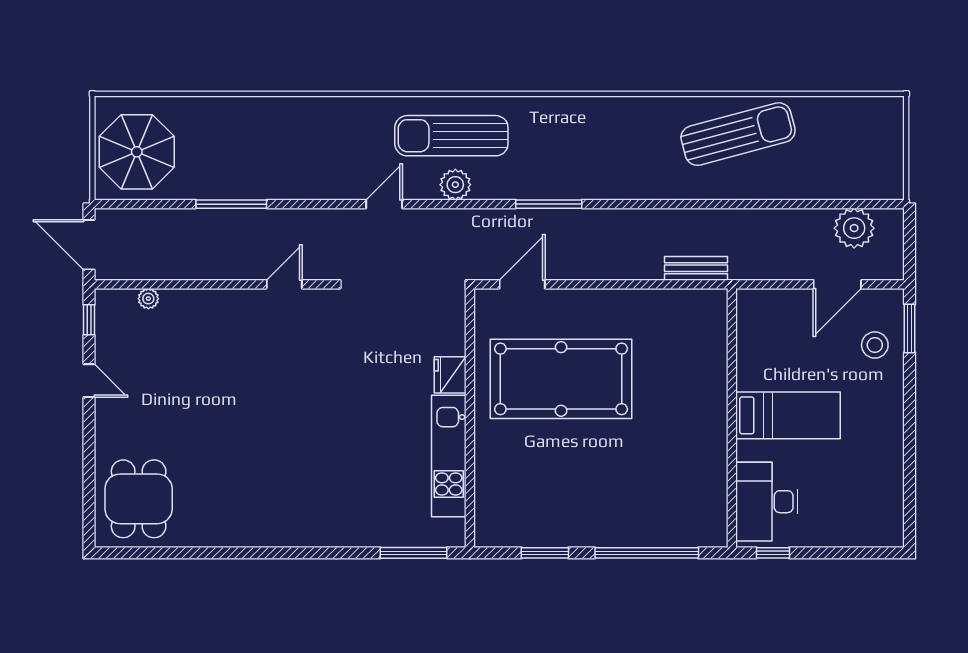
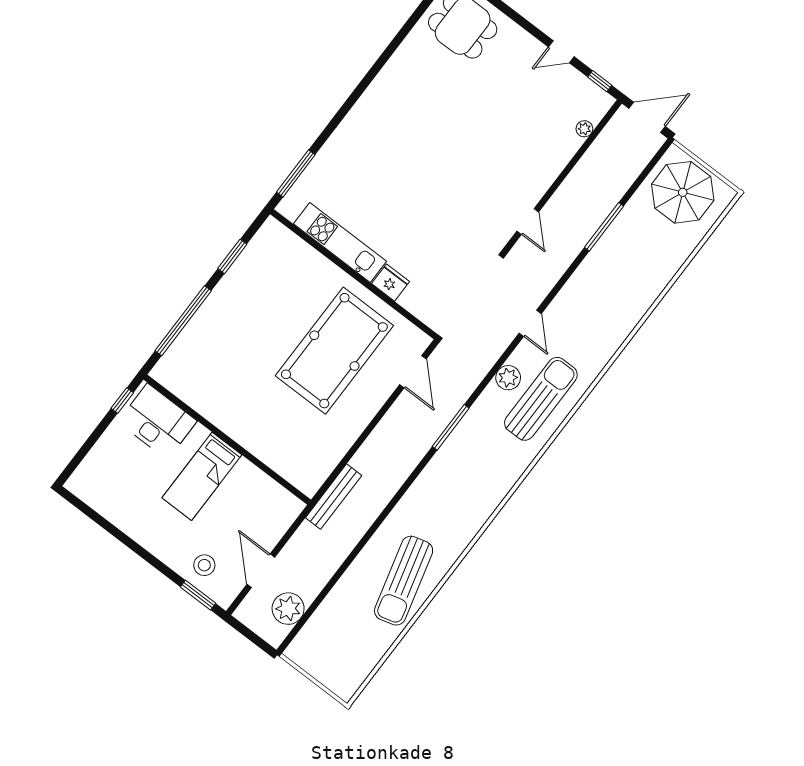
bench: (696, 268) -> (334, 497), width x1.36

